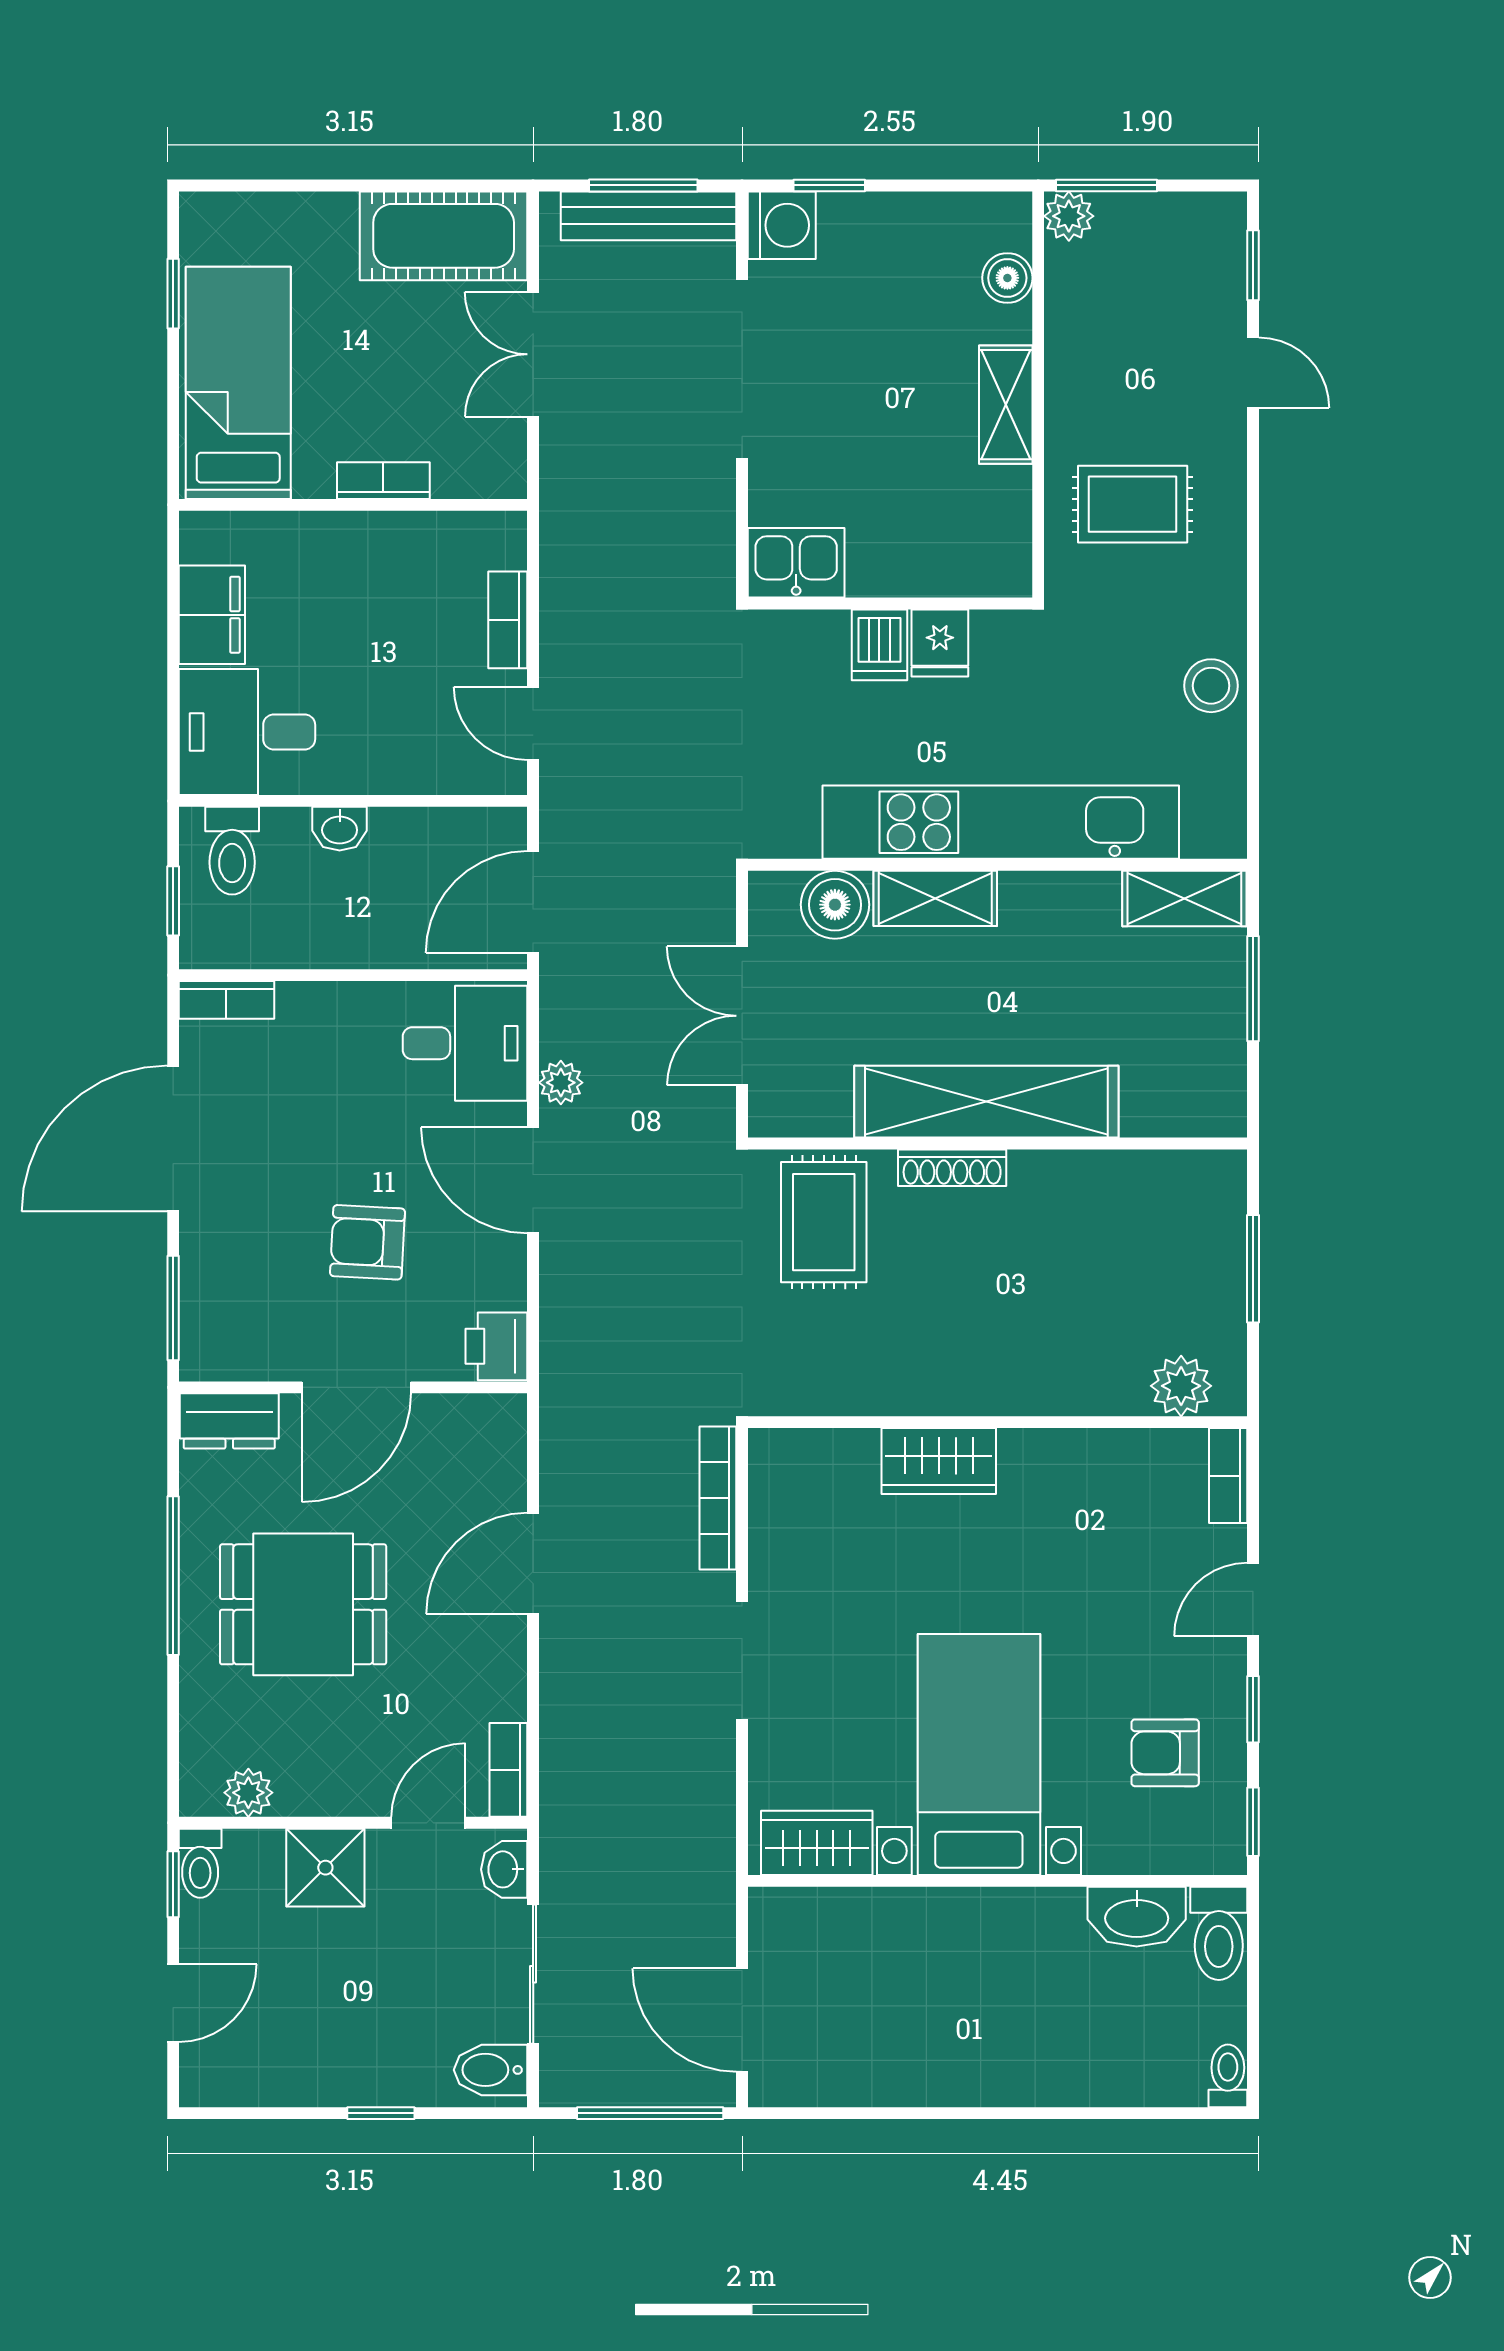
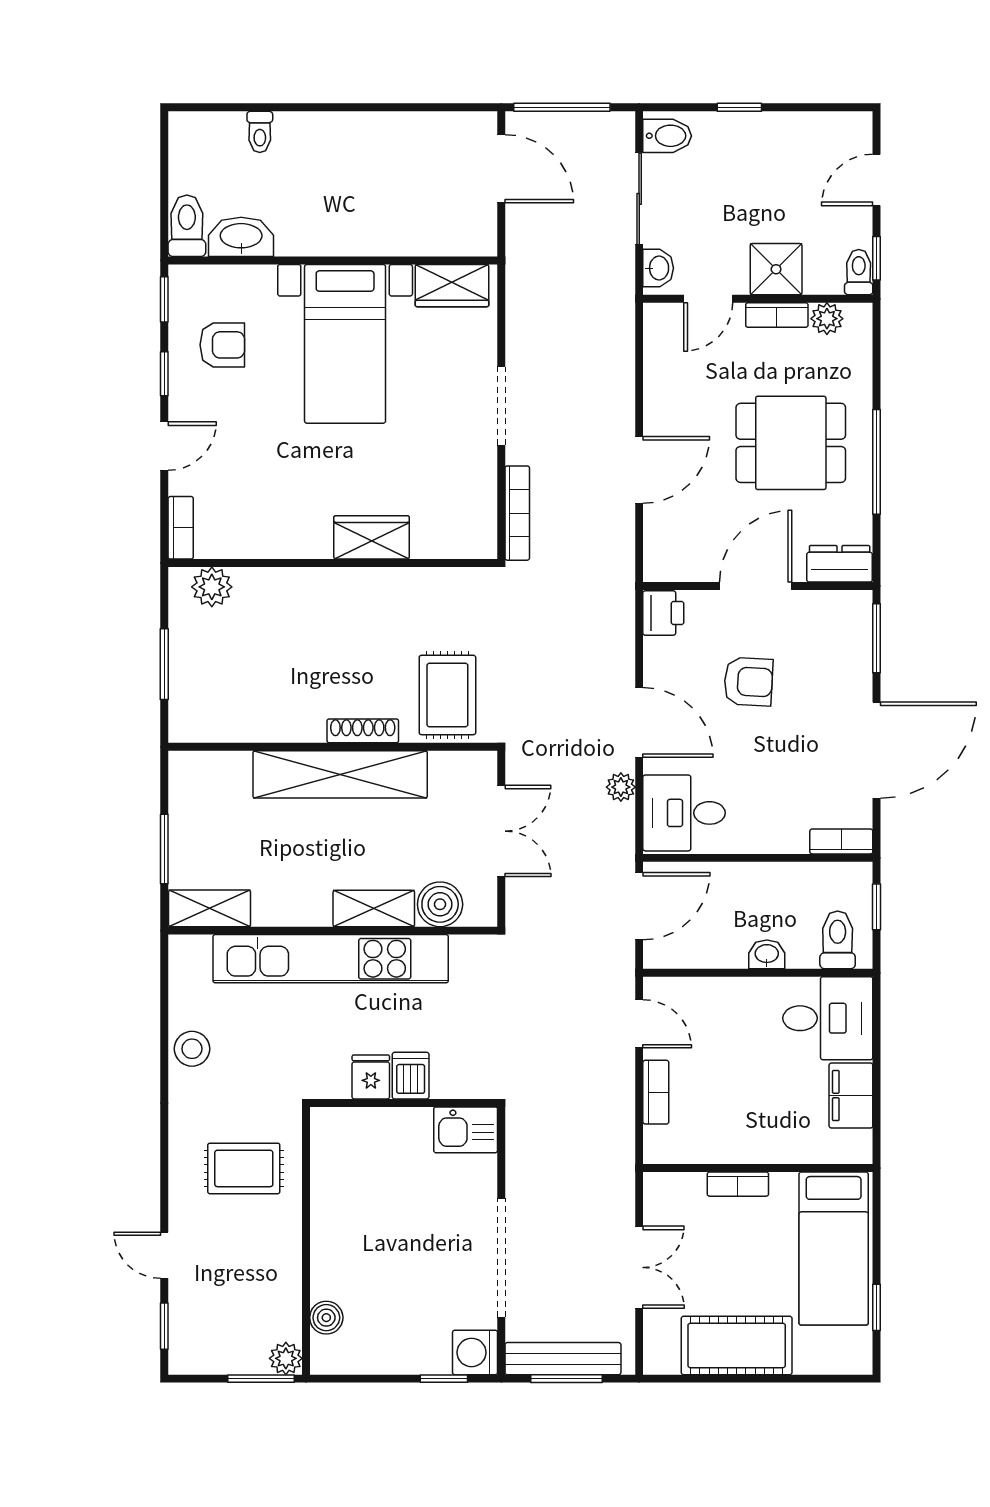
cot: (444, 236) -> (737, 1345), moved
shelving: (1006, 405) -> (327, 1234), removed
bookcase: (508, 1770) -> (777, 315), moved, turned 90
toilet: (1228, 2076) -> (260, 132), moved

